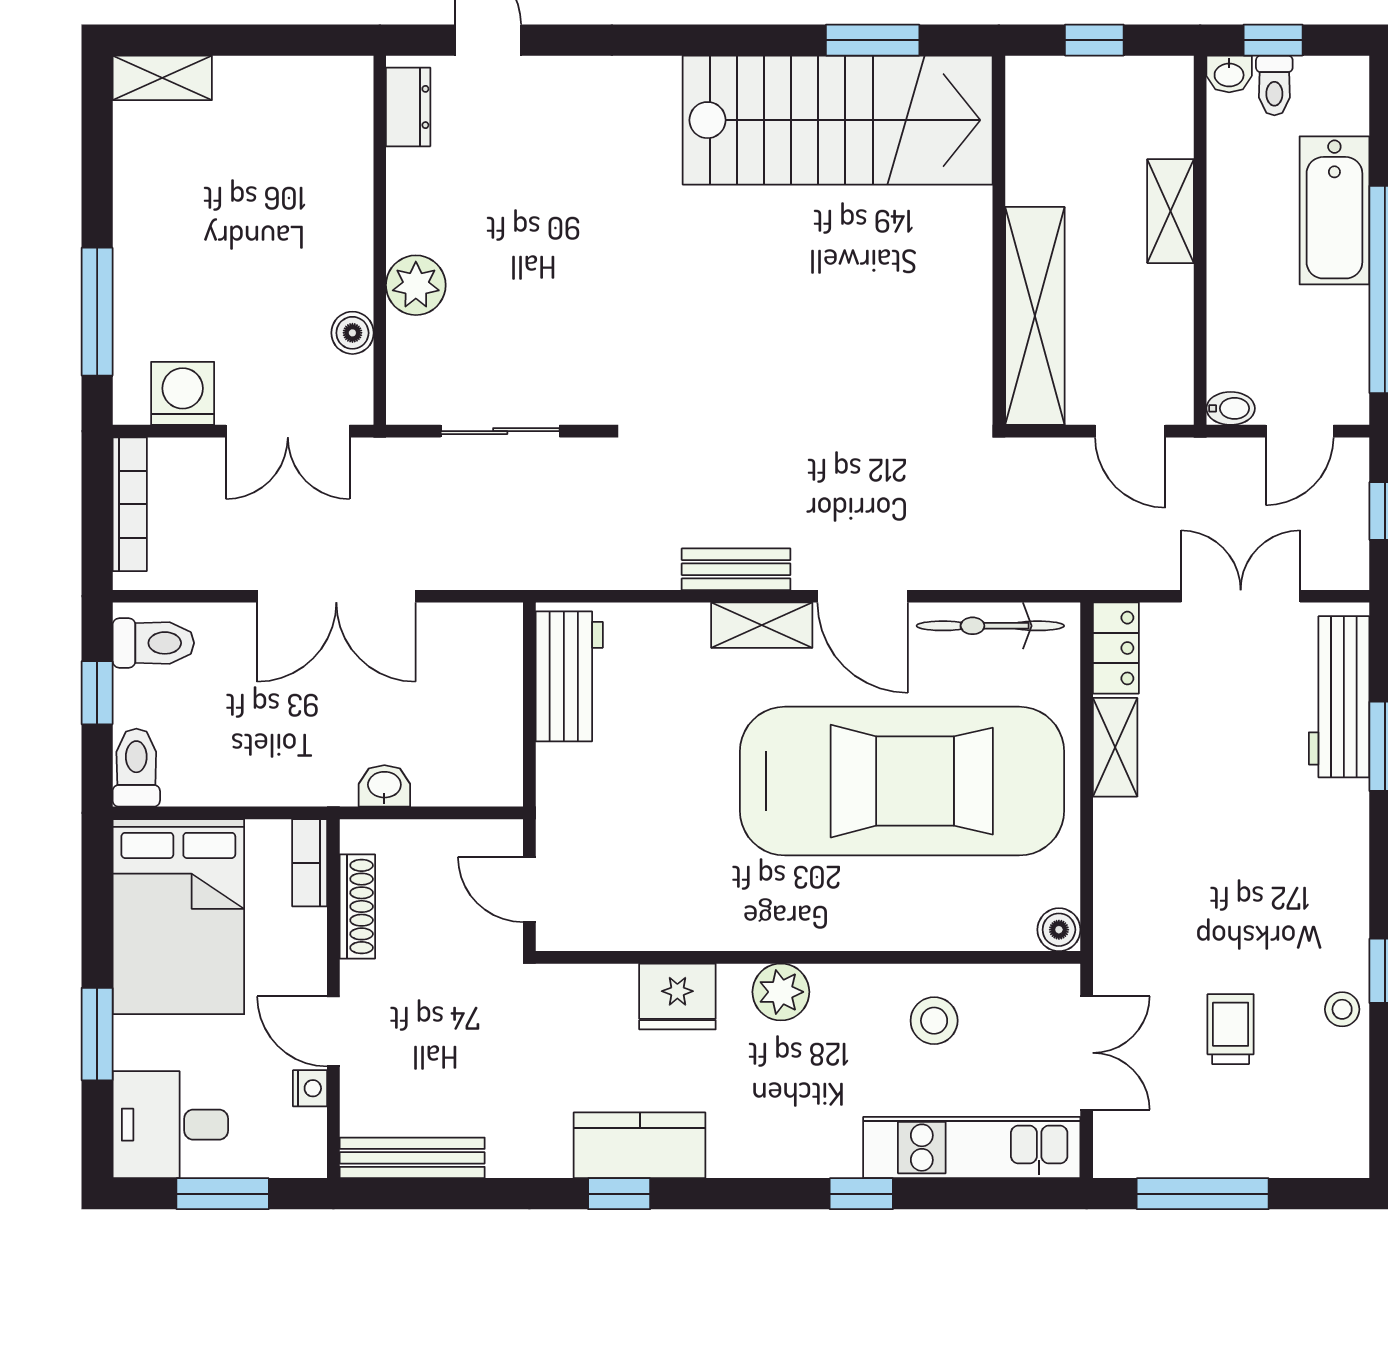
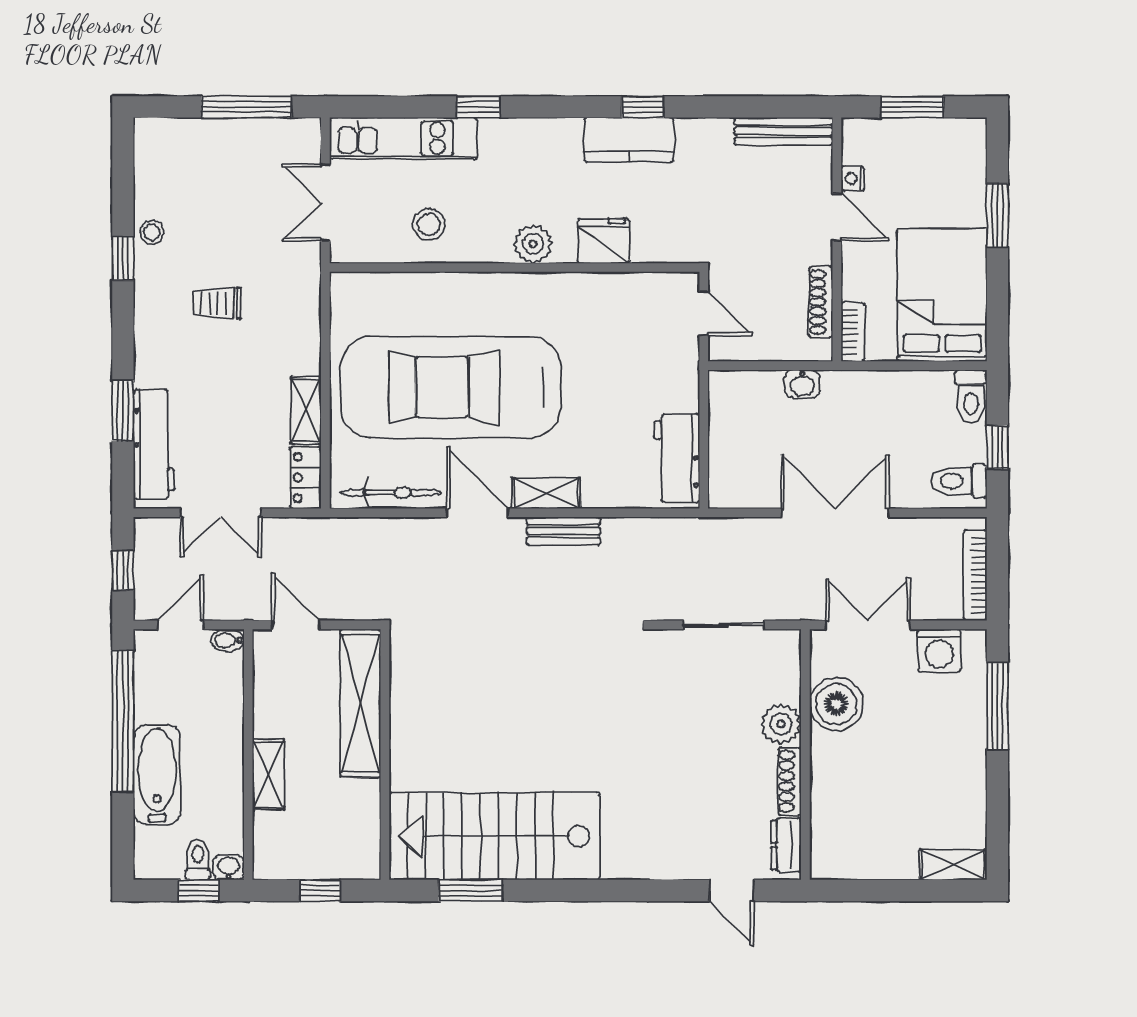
shoe rack: (403, 201) -> (790, 781), added
boiler: (352, 333) -> (836, 704), width x1.86, depth x1.86
boiler: (1059, 930) -> (344, 286), removed
trolley: (1231, 1029) -> (217, 303), moved, turned 91
desk: (170, 1125) -> (948, 154), removed

